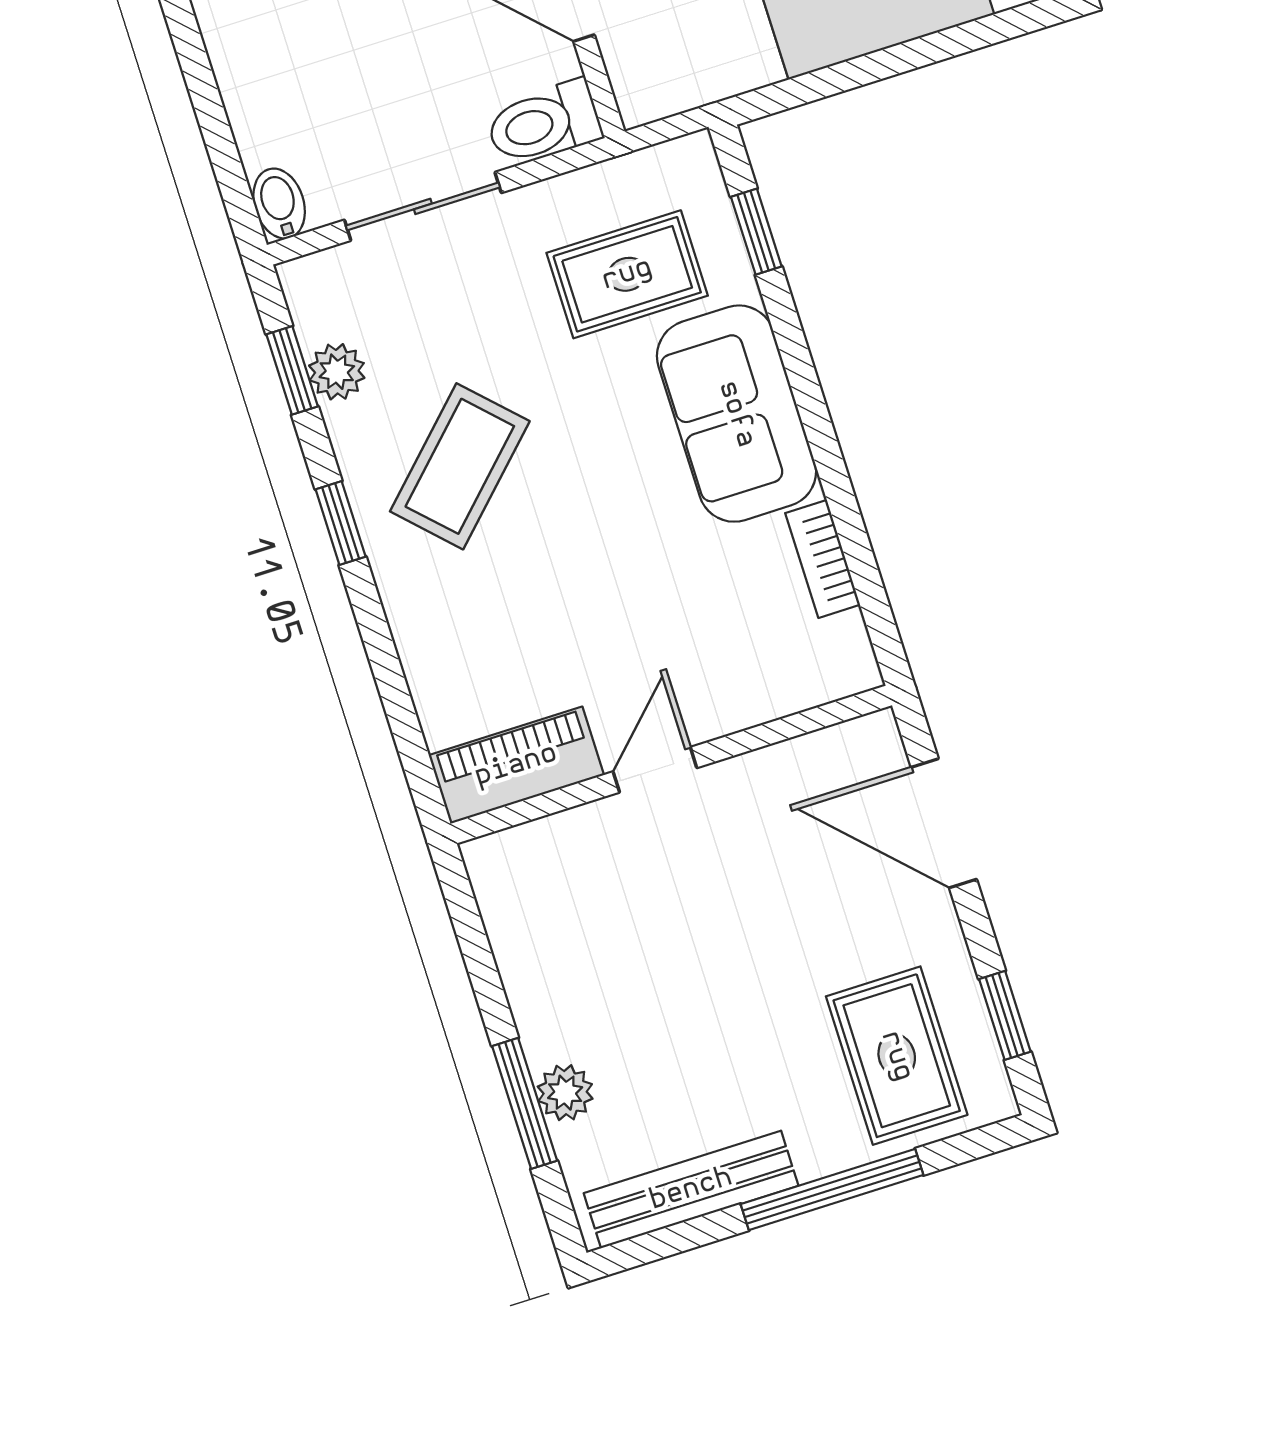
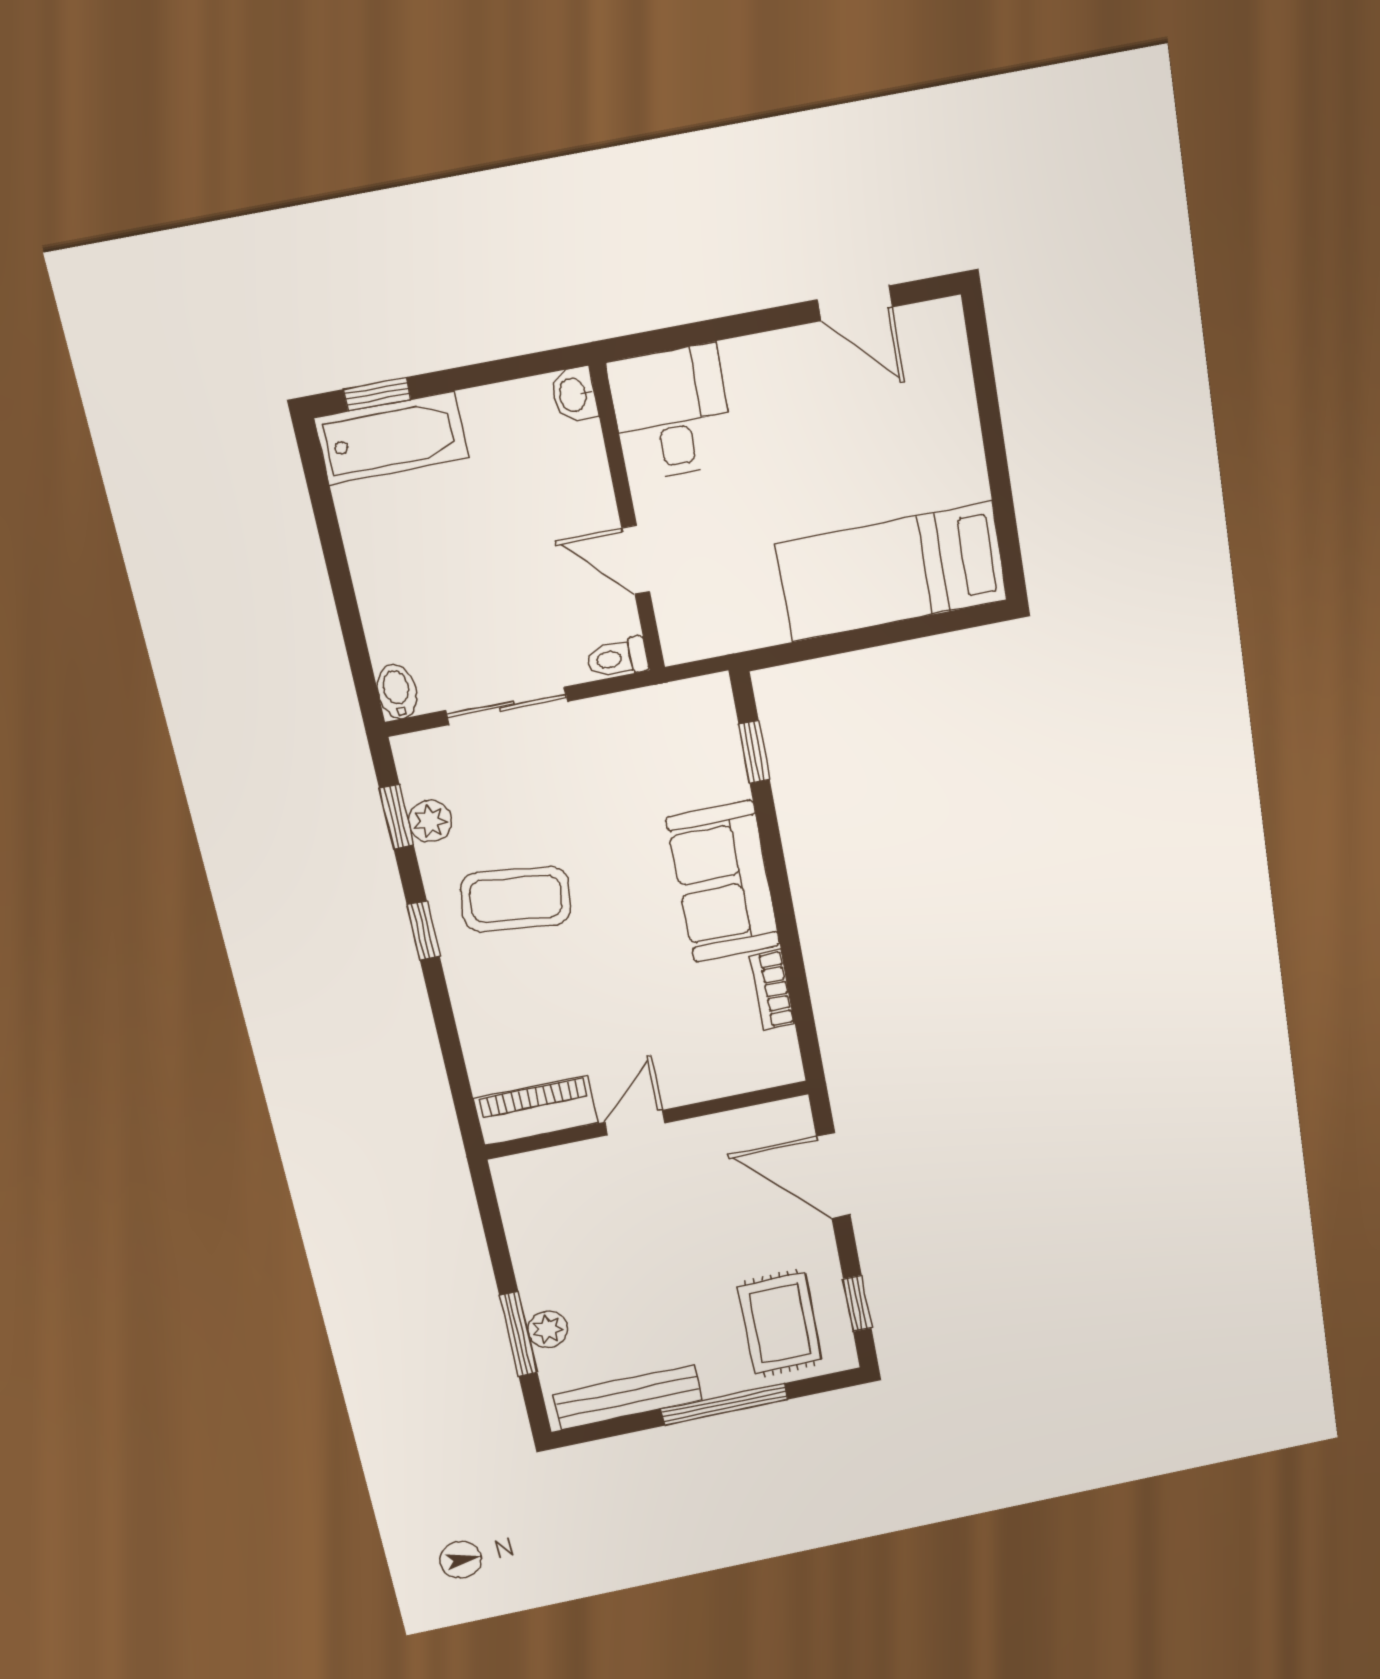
toilet: (544, 123) -> (617, 658), width x0.73, depth x0.72
rug: (627, 274) -> (655, 773), removed
coffee table: (460, 466) -> (516, 899), turned 52

